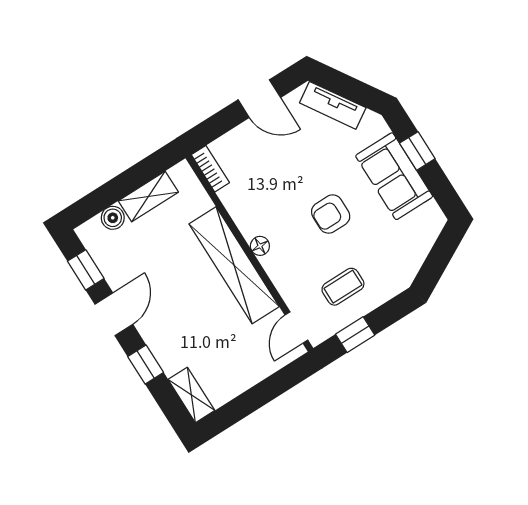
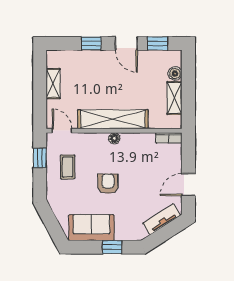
sofa: (394, 176) -> (91, 228), moved
shelving: (191, 395) -> (53, 84), moved, turned 90

